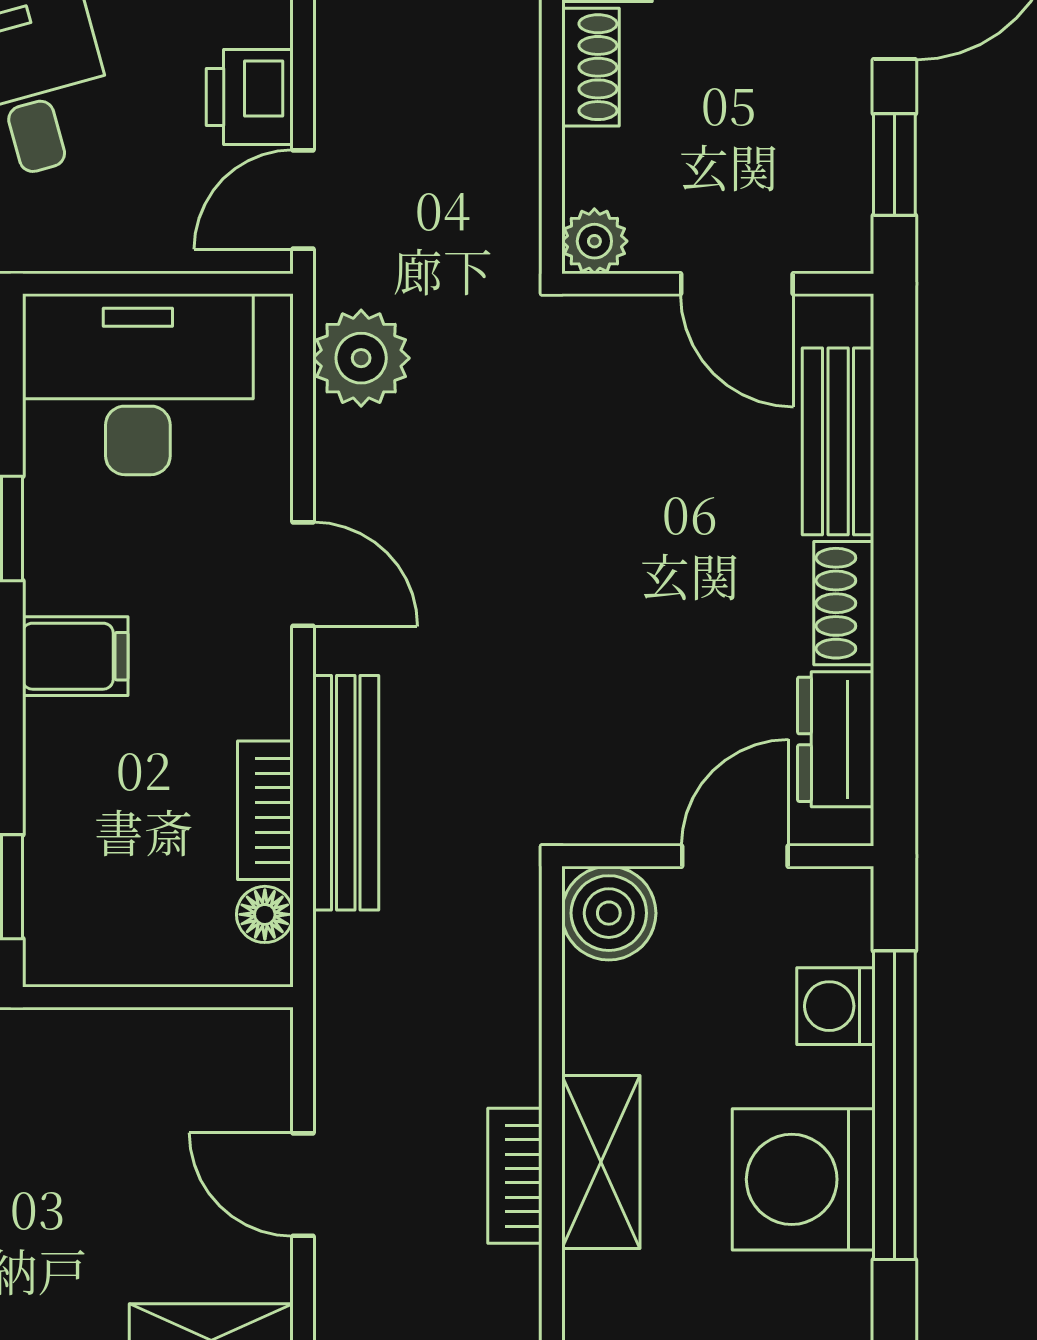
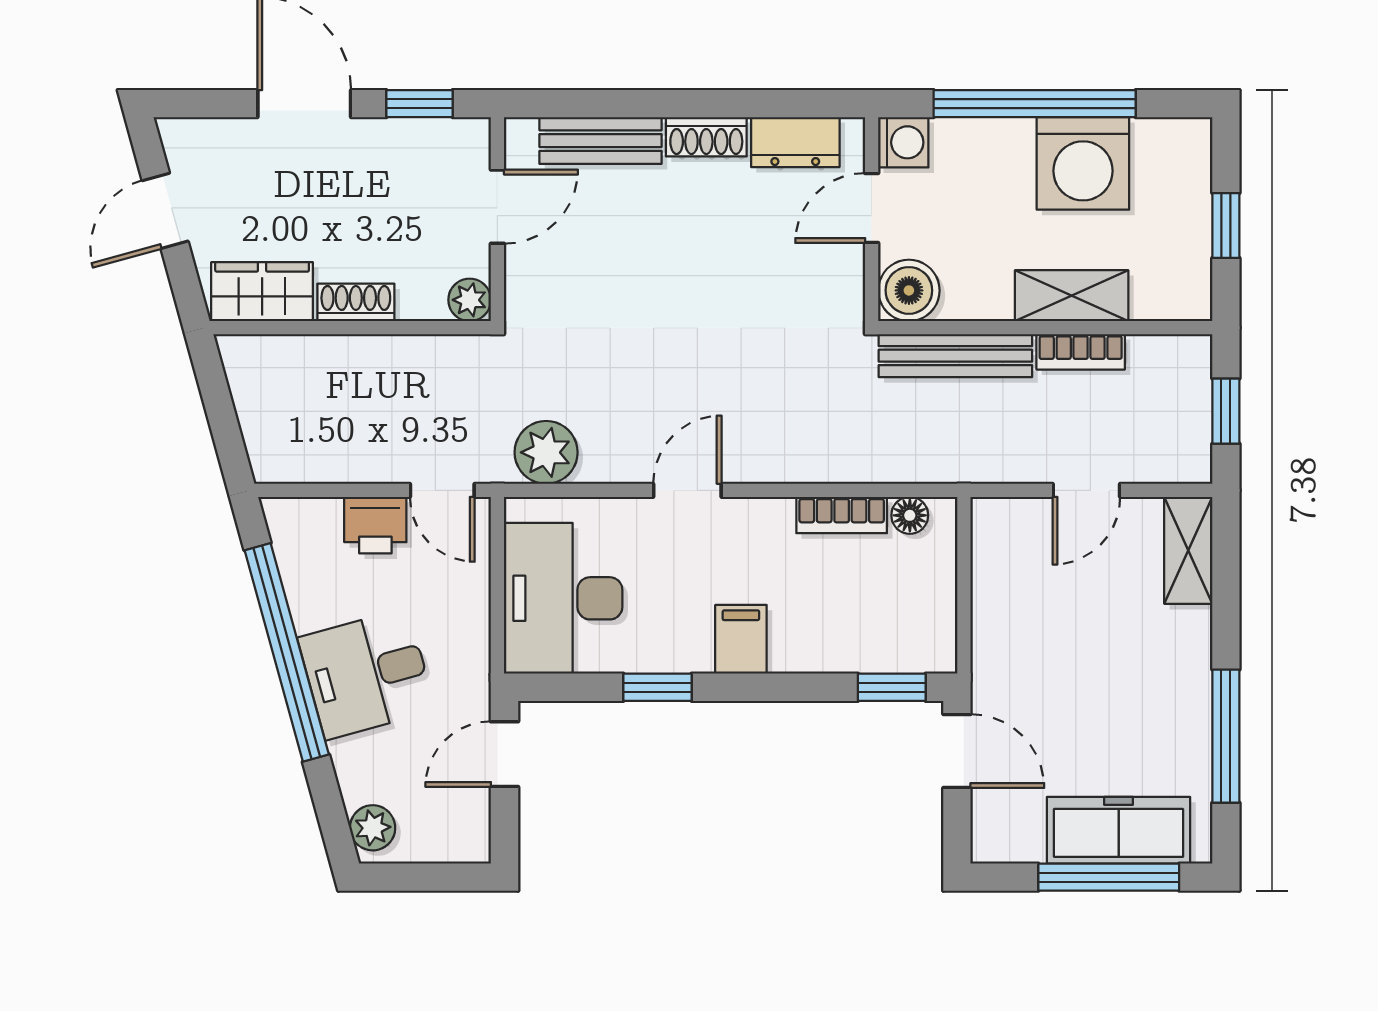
bench: (346, 793) -> (955, 356), moved
door: (735, 856) -> (872, 208), hinge flipped
washing machine: (835, 1006) -> (903, 142), moved, turned -90

